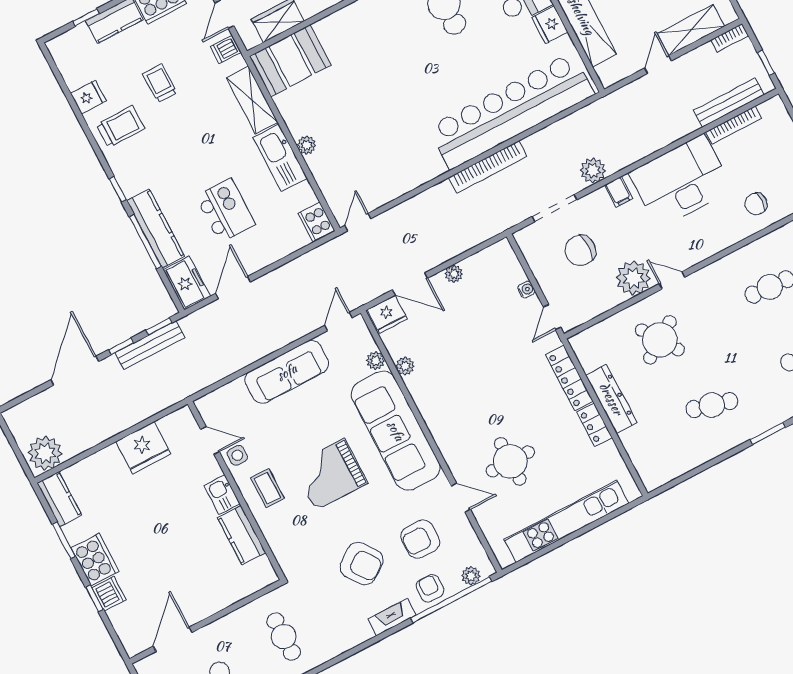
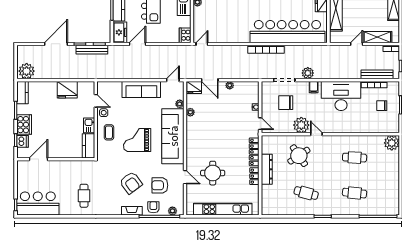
chair: (756, 204) -> (382, 106), moved
door: (552, 317) -> (260, 124), swing flipped
wall: (206, 622) -> (56, 159), moved
door: (173, 639) -> (39, 159), moved

